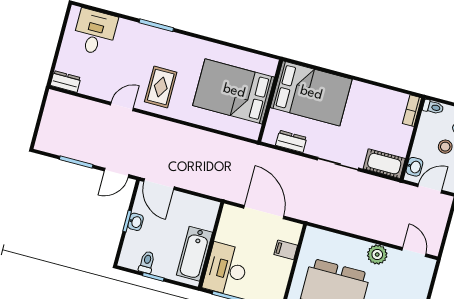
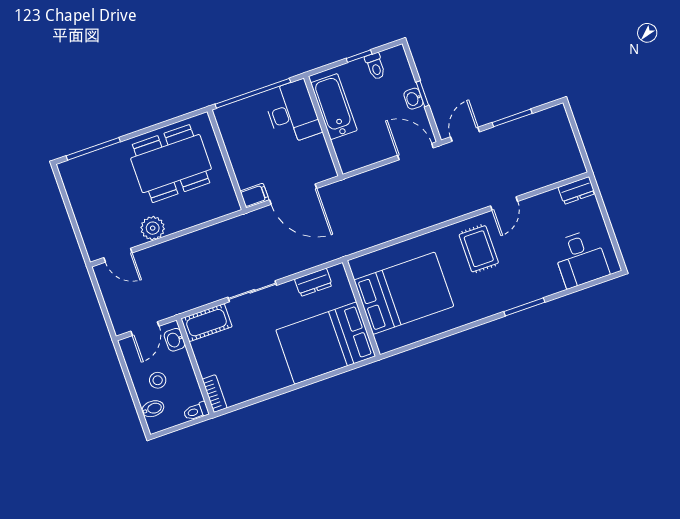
filing cabinet: (286, 250) -> (255, 196), moved

